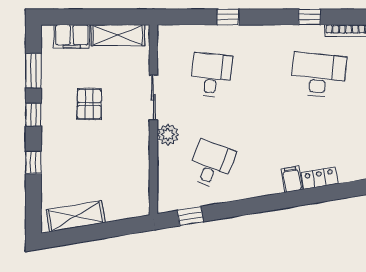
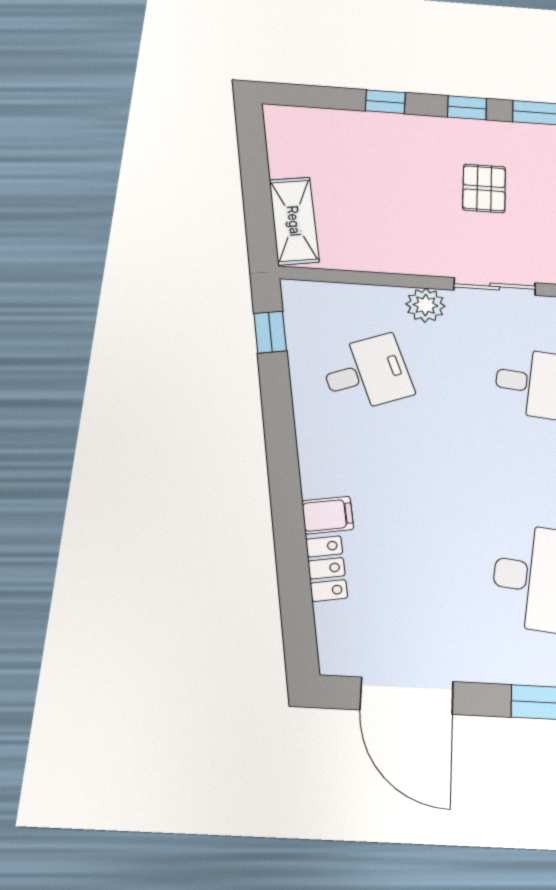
pallet: (89, 104) -> (484, 188), turned 90
desk: (211, 164) -> (366, 373), turned -42
shelving: (76, 216) -> (294, 221), moved

